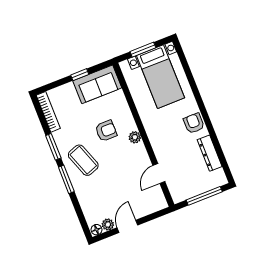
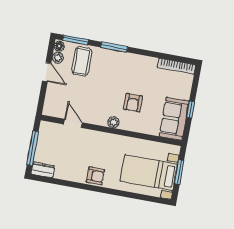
window: (53, 147) -> (76, 40), moved
dresser: (210, 153) -> (43, 170), moved, width x0.70
coffee table: (83, 160) -> (82, 61), moved, turned -70

